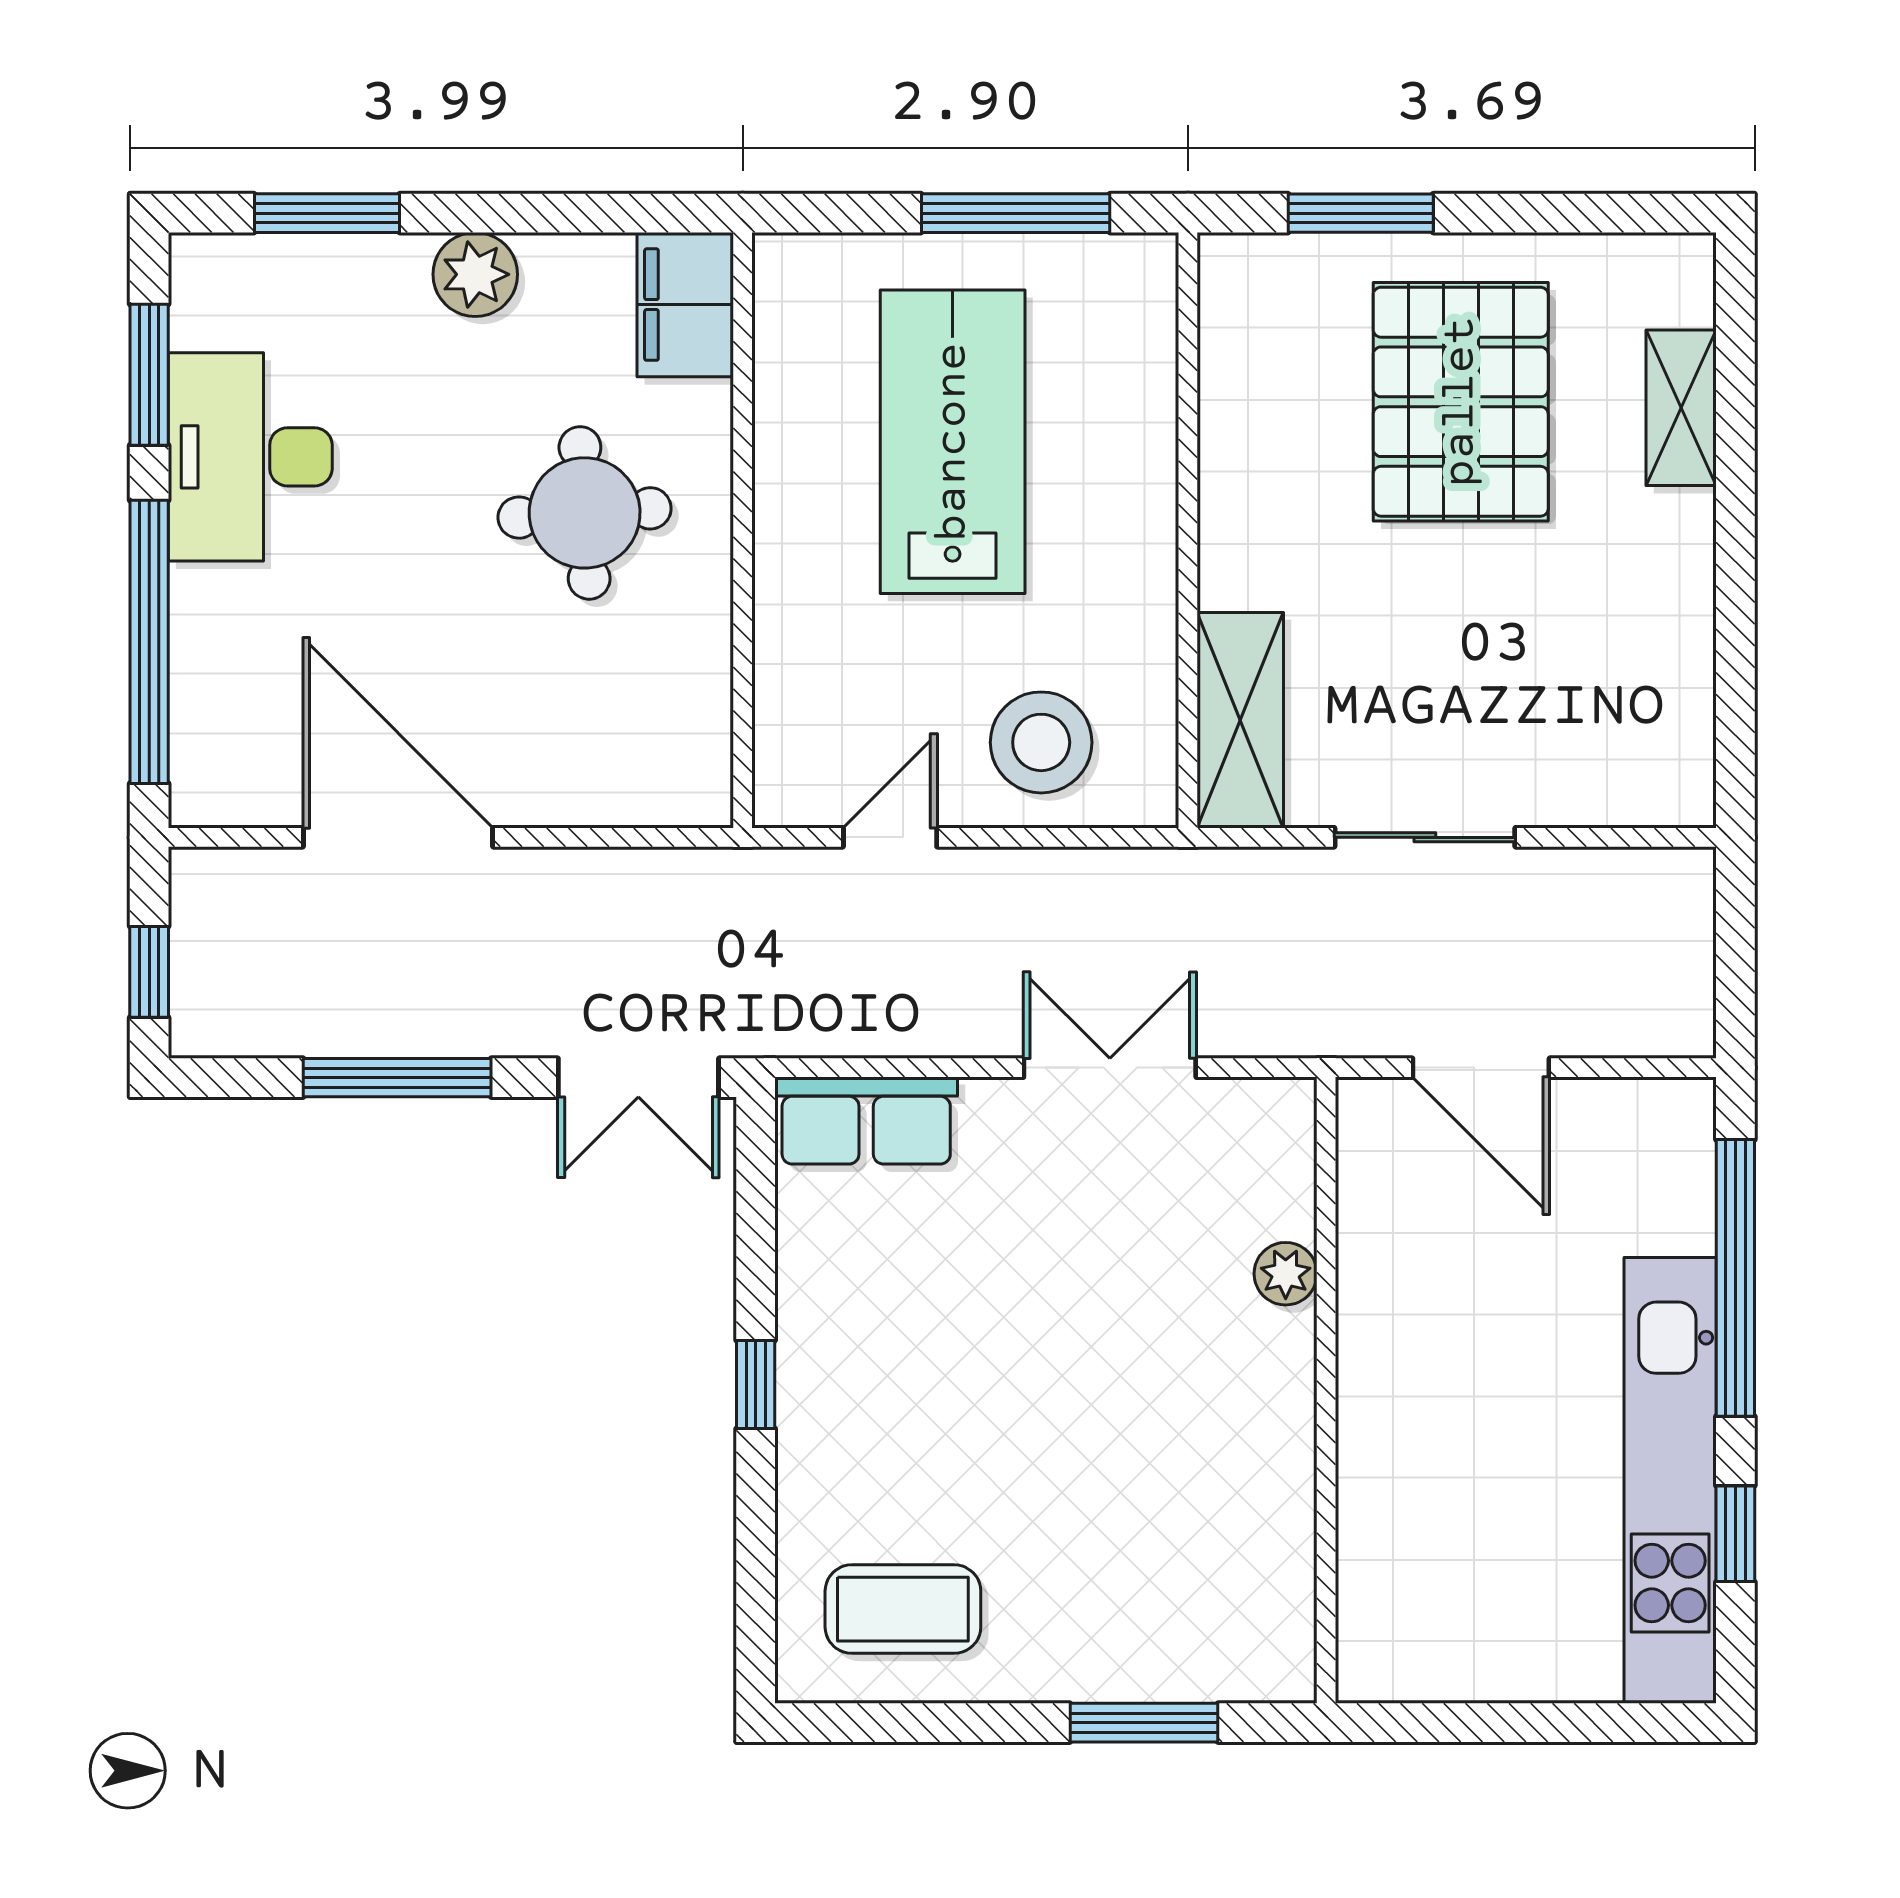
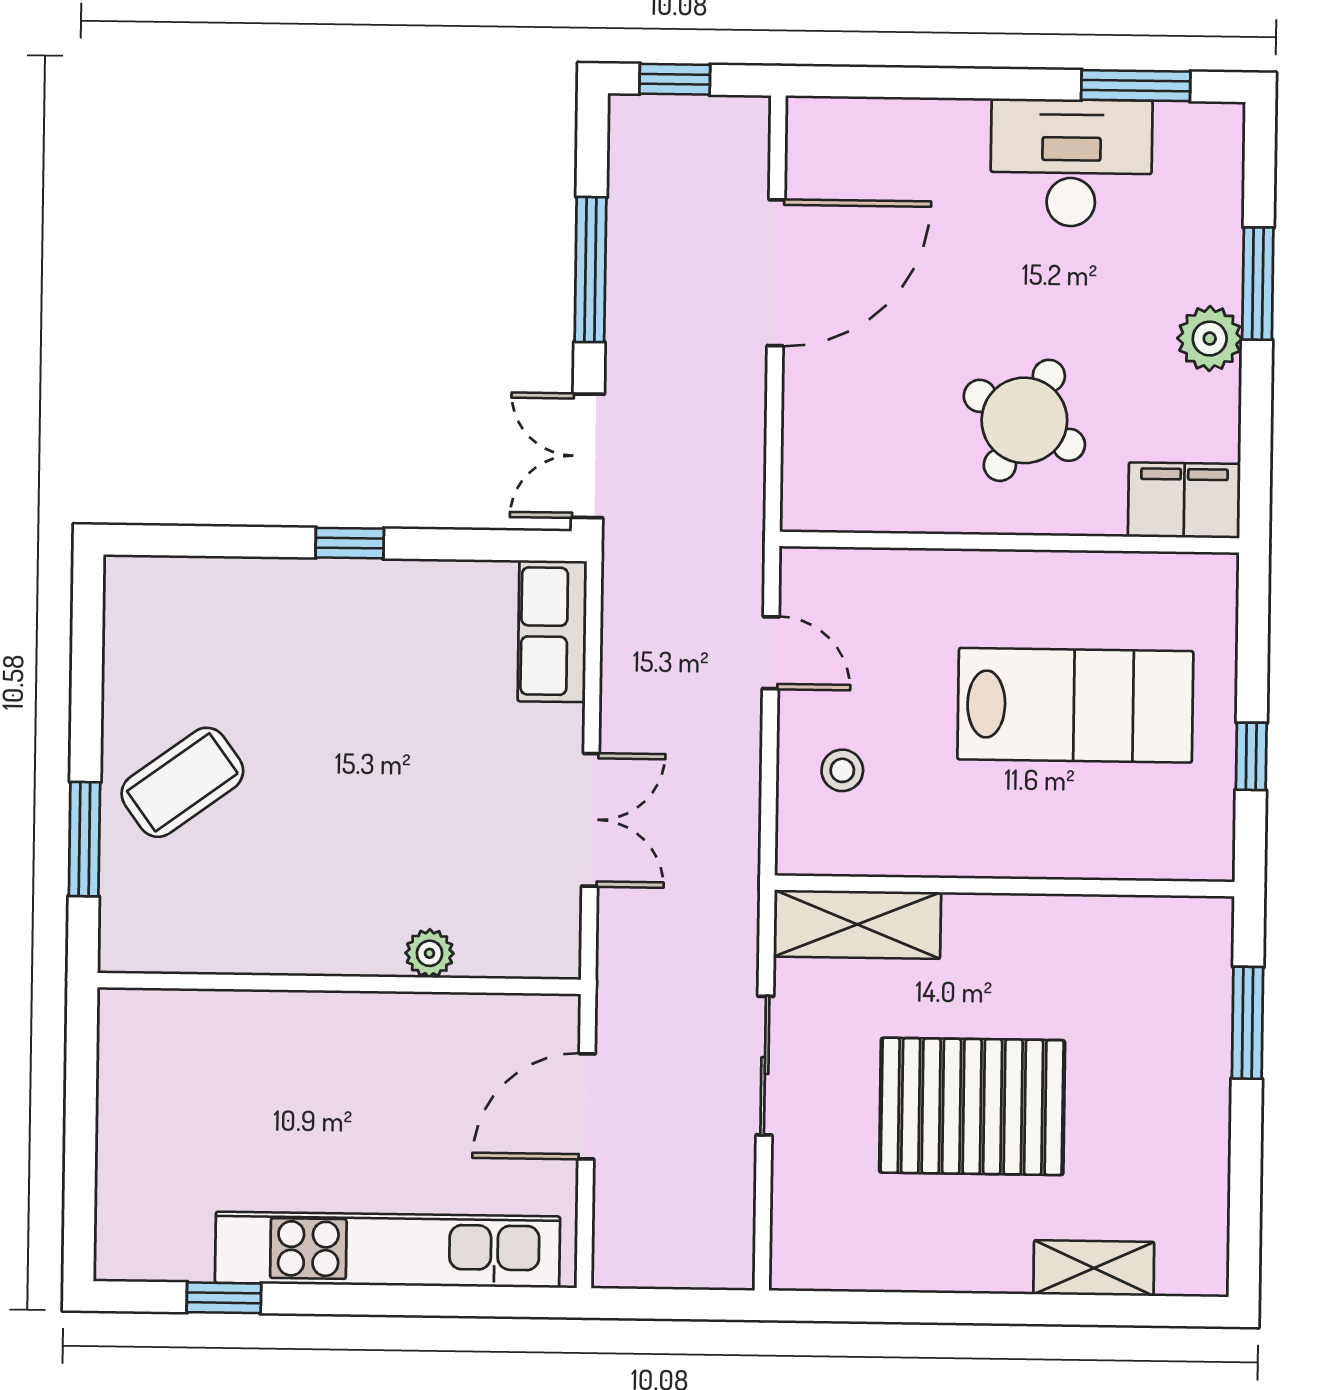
window: (327, 213) -> (1258, 284), moved
window: (1016, 213) -> (1251, 756), width x0.46
pallet: (1461, 402) -> (972, 1106), moved
round table: (585, 513) -> (1024, 420), turned 32
window: (149, 642) -> (930, 83), removed
stool: (1041, 742) -> (842, 770), width x0.53, depth x0.53
window: (1735, 1278) -> (421, 1301), removed
kitchen unit: (1670, 1480) -> (388, 1250), moved
coffee table: (903, 1609) -> (182, 782), moved, turned 54

